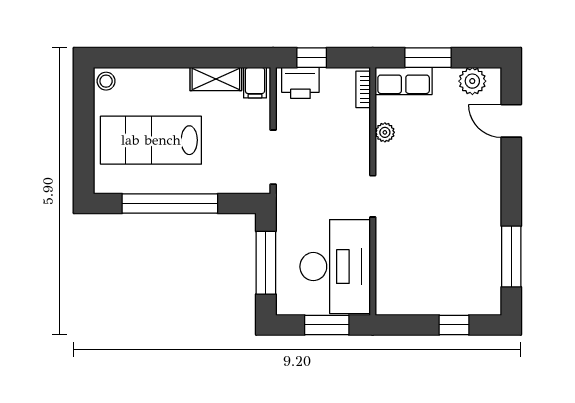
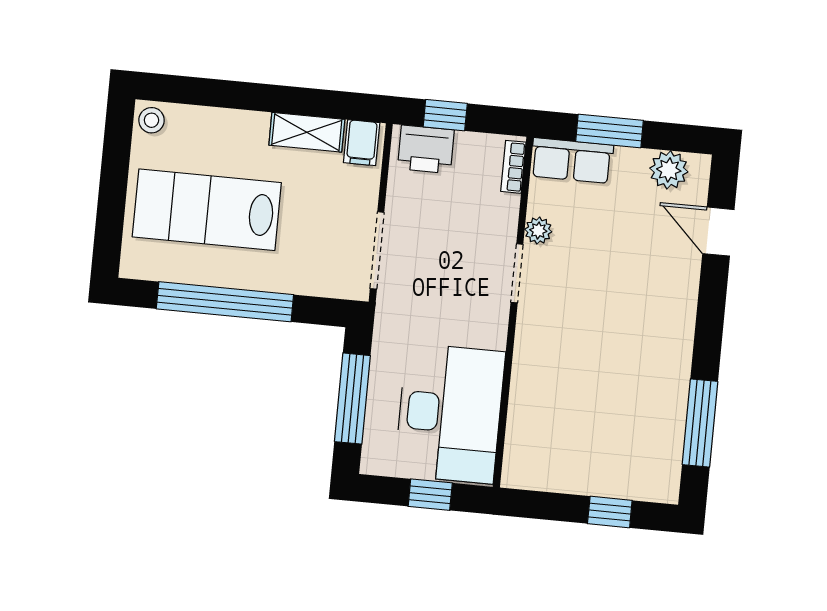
doorway: (373, 196) -> (517, 273), moved
window: (327, 325) -> (430, 495), width x0.67

